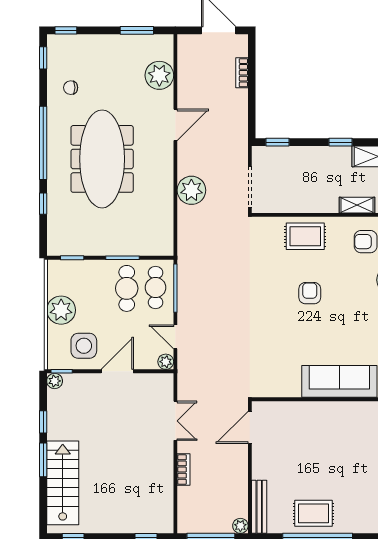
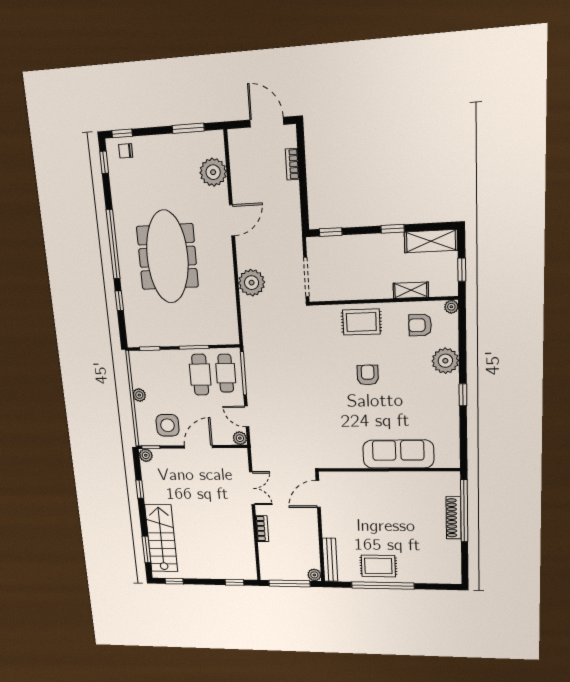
chair: (71, 88) -> (126, 151), moved
plant: (61, 310) -> (139, 395), width x0.53, depth x0.53
window: (43, 460) -> (146, 549), moved

